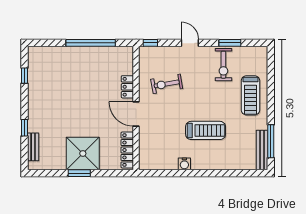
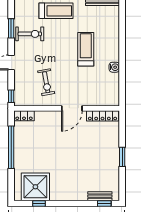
locker: (127, 87) -> (24, 116), moved
window: (25, 128) -> (104, 203), moved
shower: (83, 153) -> (35, 187), moved

